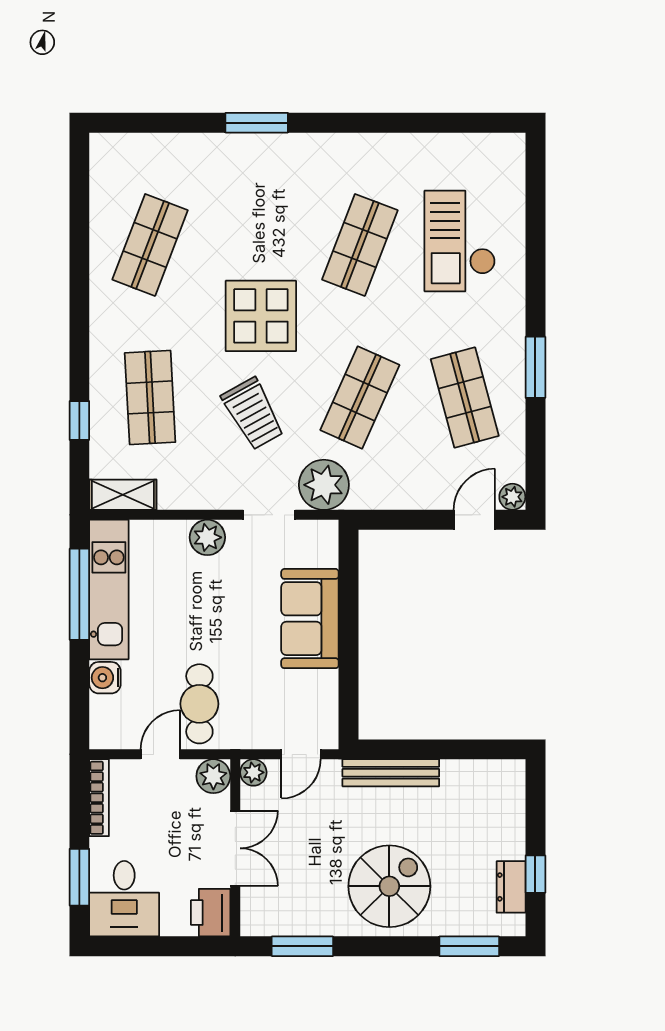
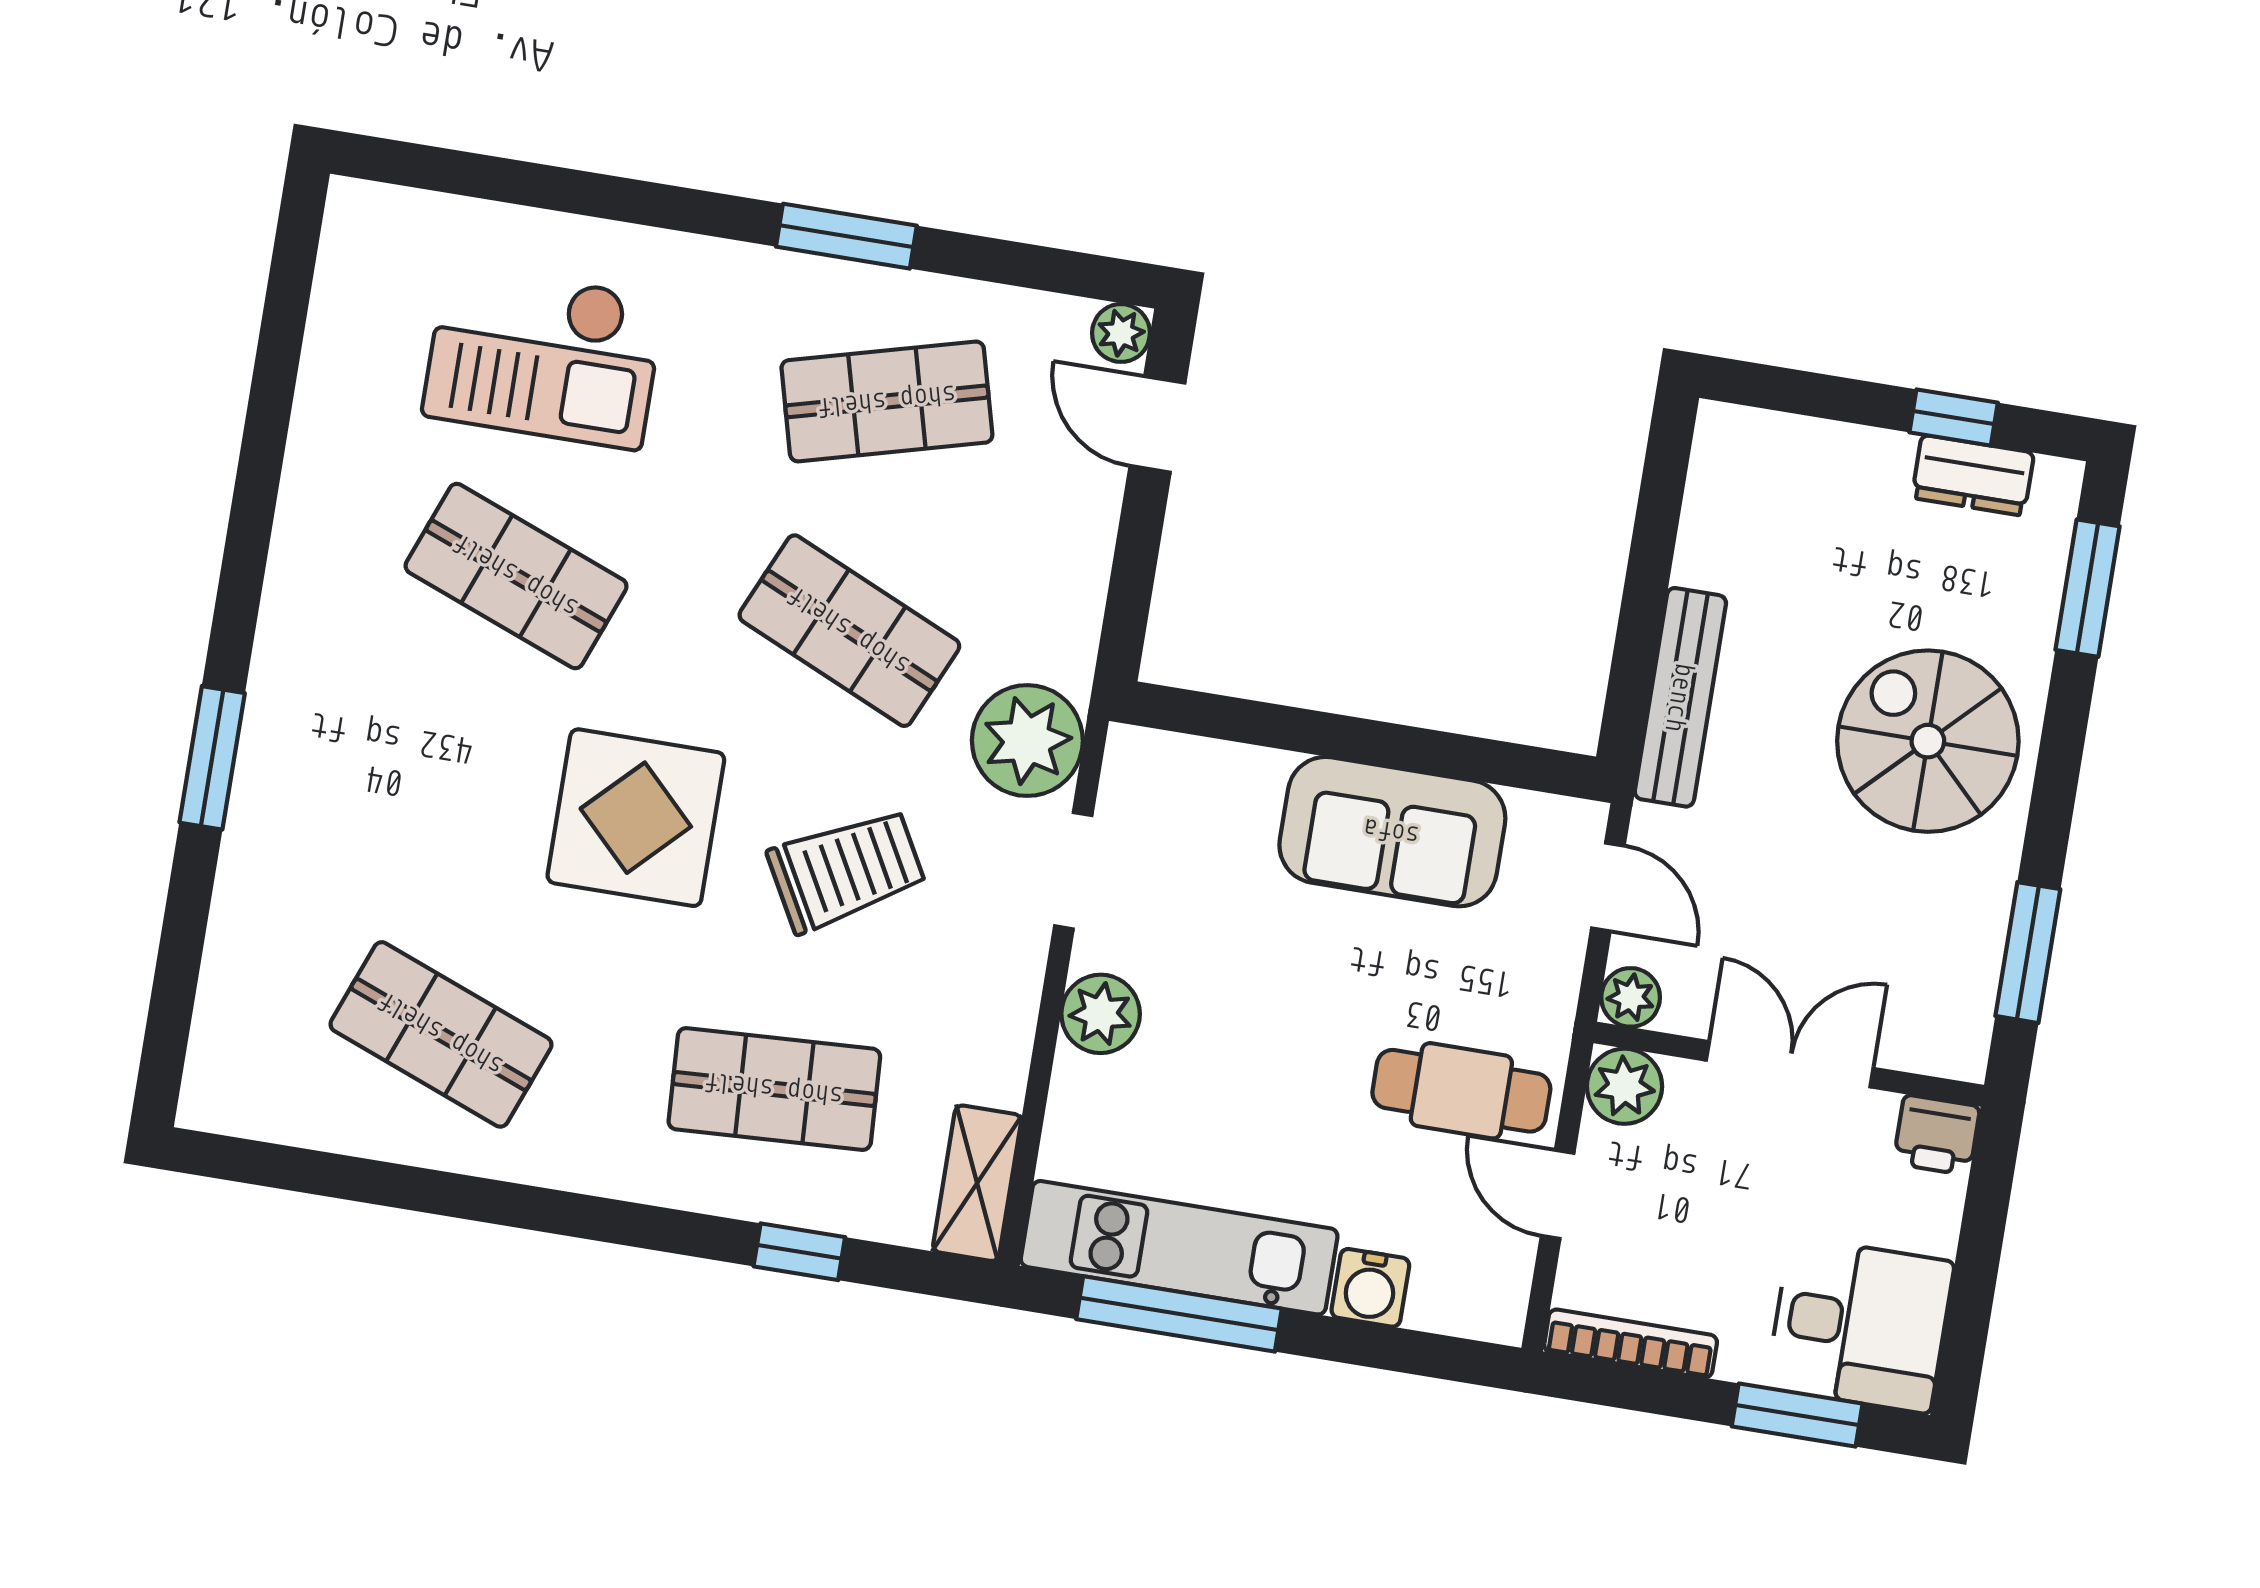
sofa: (310, 619) -> (1392, 832), moved
printer: (211, 913) -> (1937, 1135), width x0.73, depth x0.81

